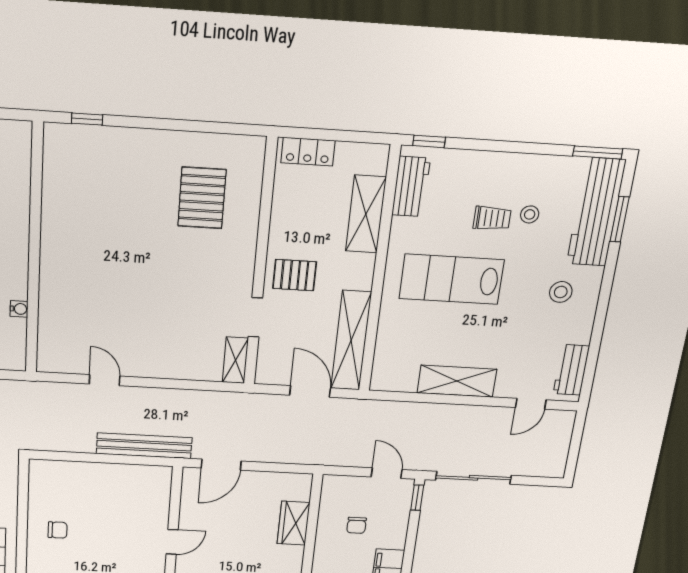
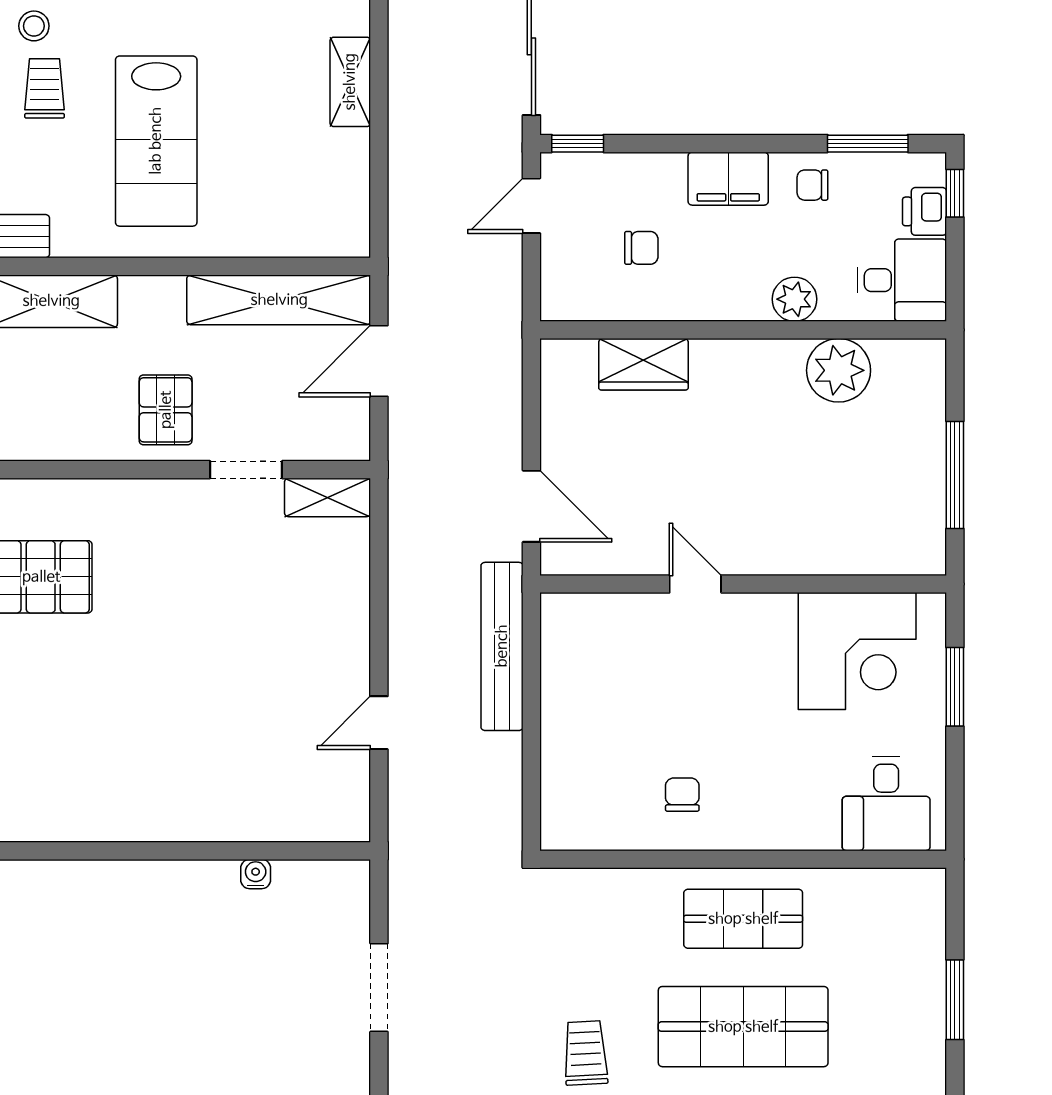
shelving: (457, 381) -> (350, 82), width x0.67, depth x0.75

